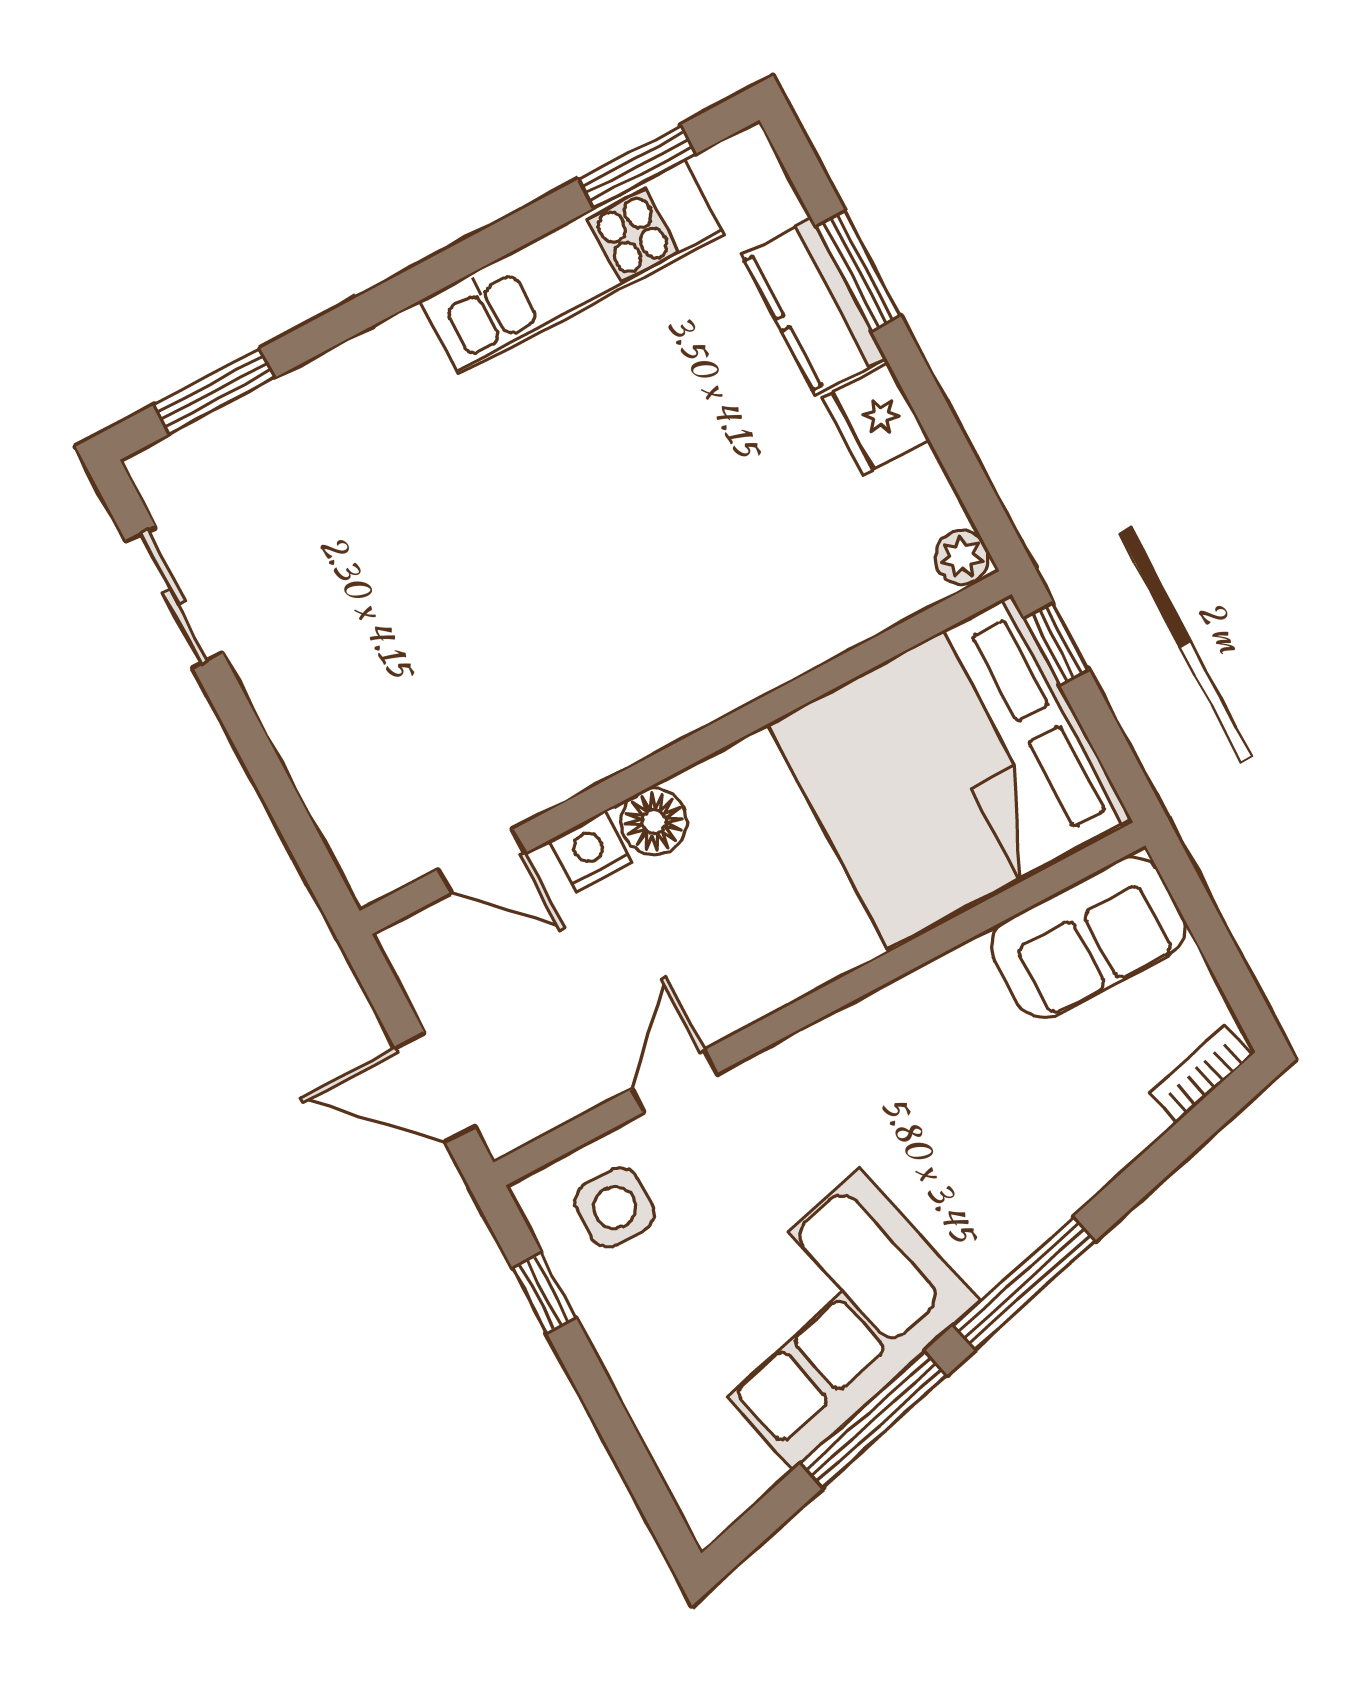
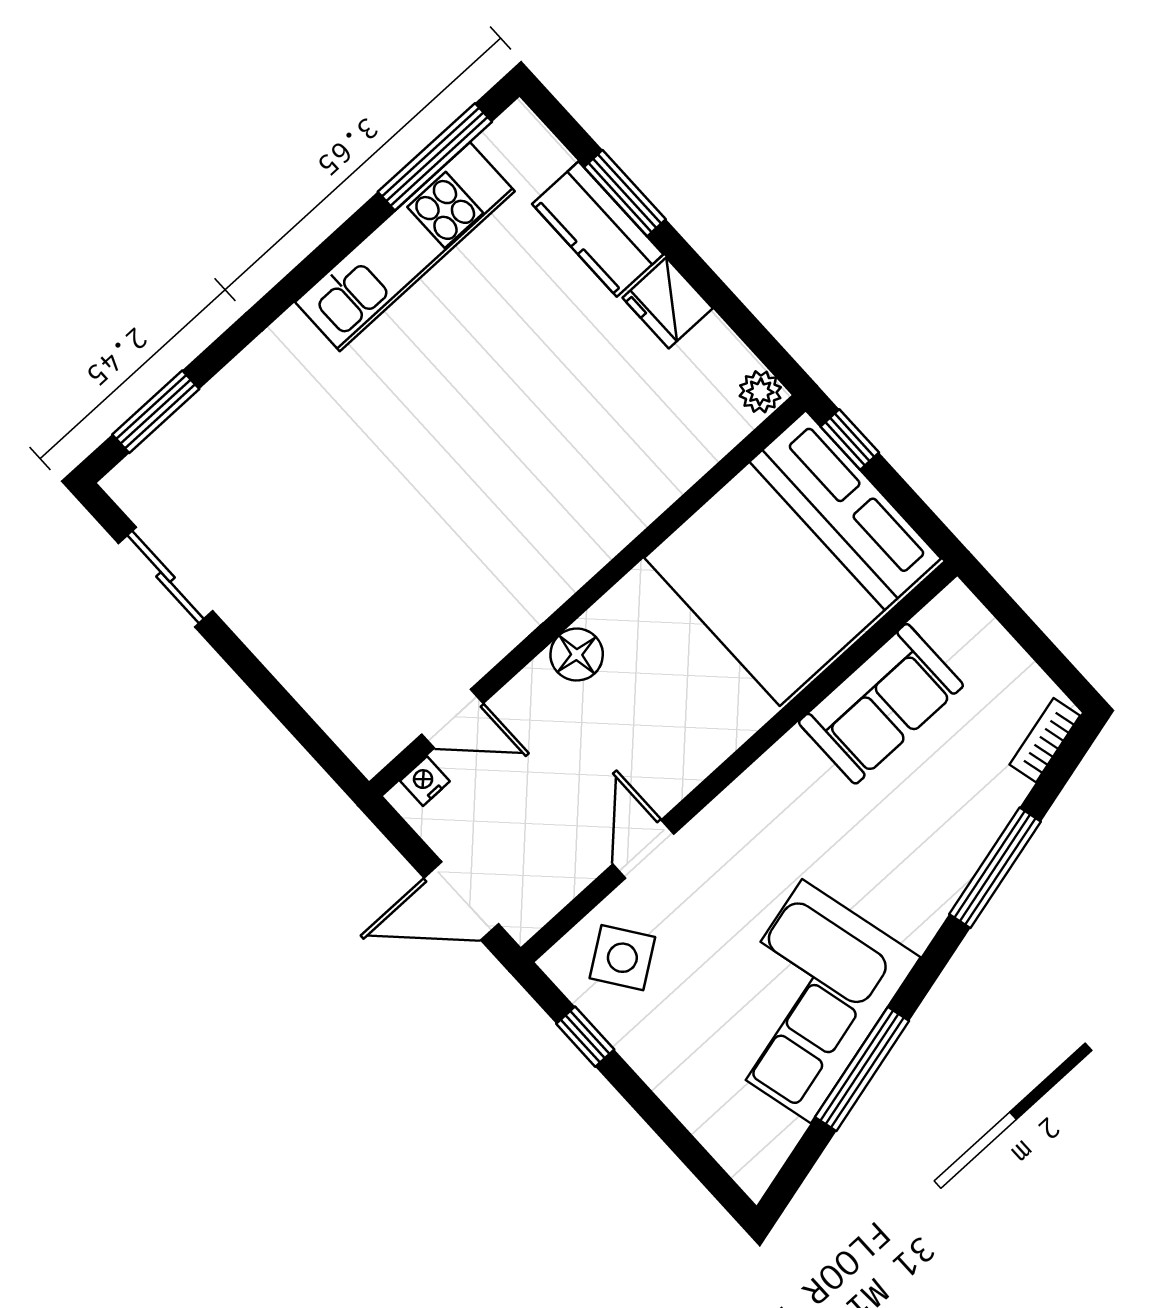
window: (637, 167) -> (435, 157), width x1.44
nightstand: (590, 851) -> (425, 781), moved, width x0.72, depth x0.74
sofa: (1088, 937) -> (881, 704), moved
side table: (615, 1208) -> (622, 958), turned -35
window: (1024, 1283) -> (995, 868), moved

